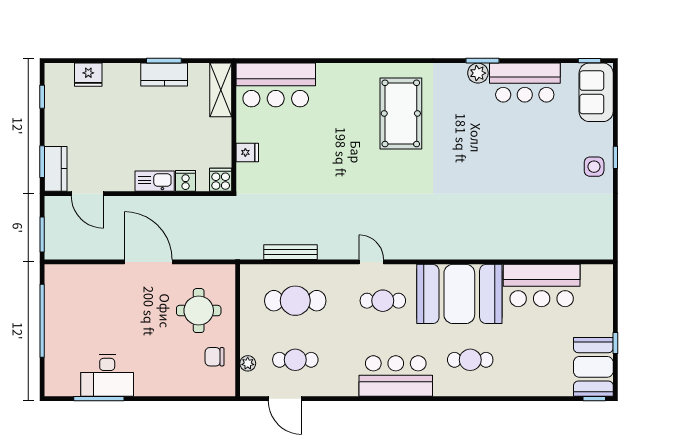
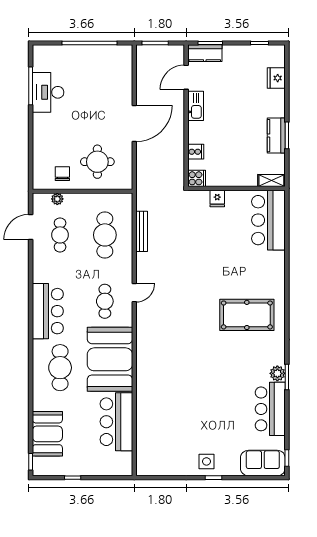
shelving: (221, 90) -> (271, 180), width x0.67, depth x0.75
kitchen sink: (155, 181) -> (196, 106), moved
cafe table: (470, 360) -> (60, 368), width x1.37, depth x1.35
booth: (593, 367) -> (47, 434), moved, turned 90

